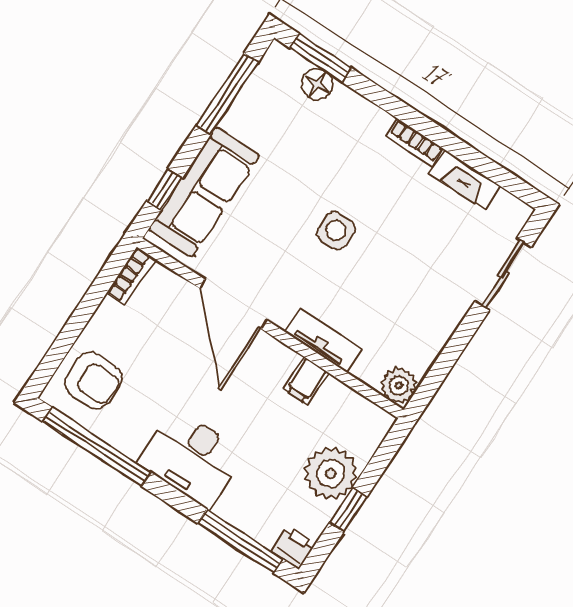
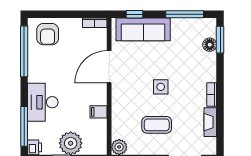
coffee table: (404, 286) -> (157, 125), added
tv unit: (323, 340) -> (117, 108), removed
desk: (192, 458) -> (43, 102), moved

